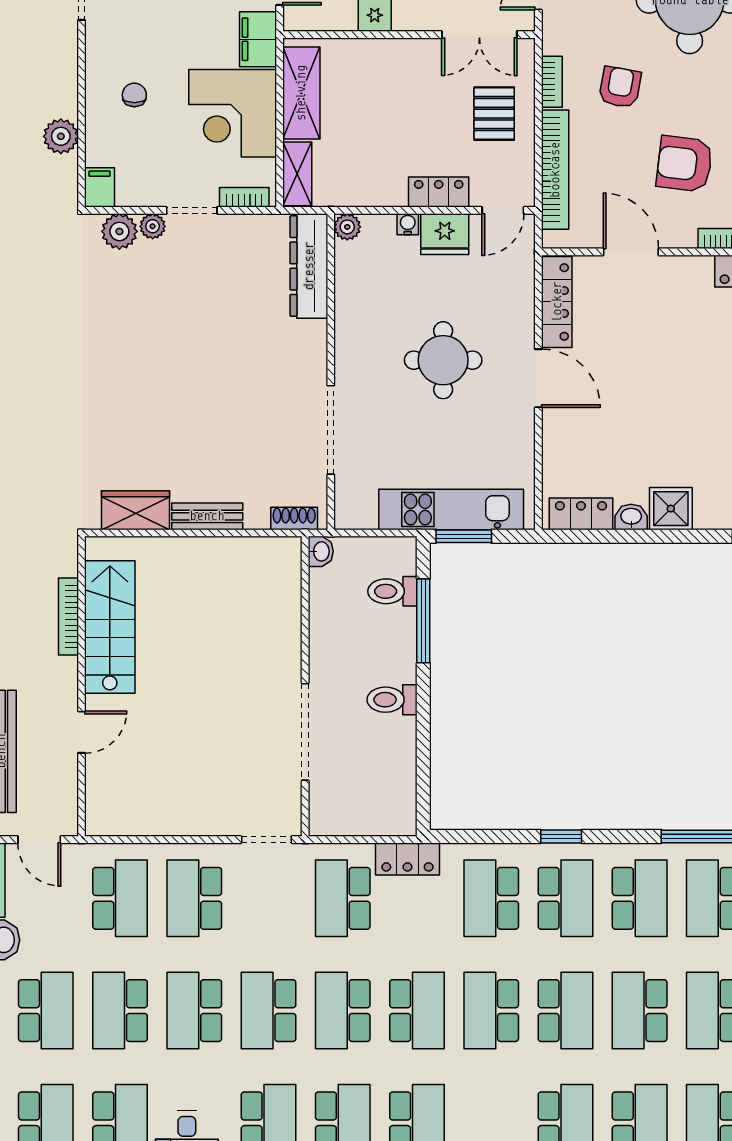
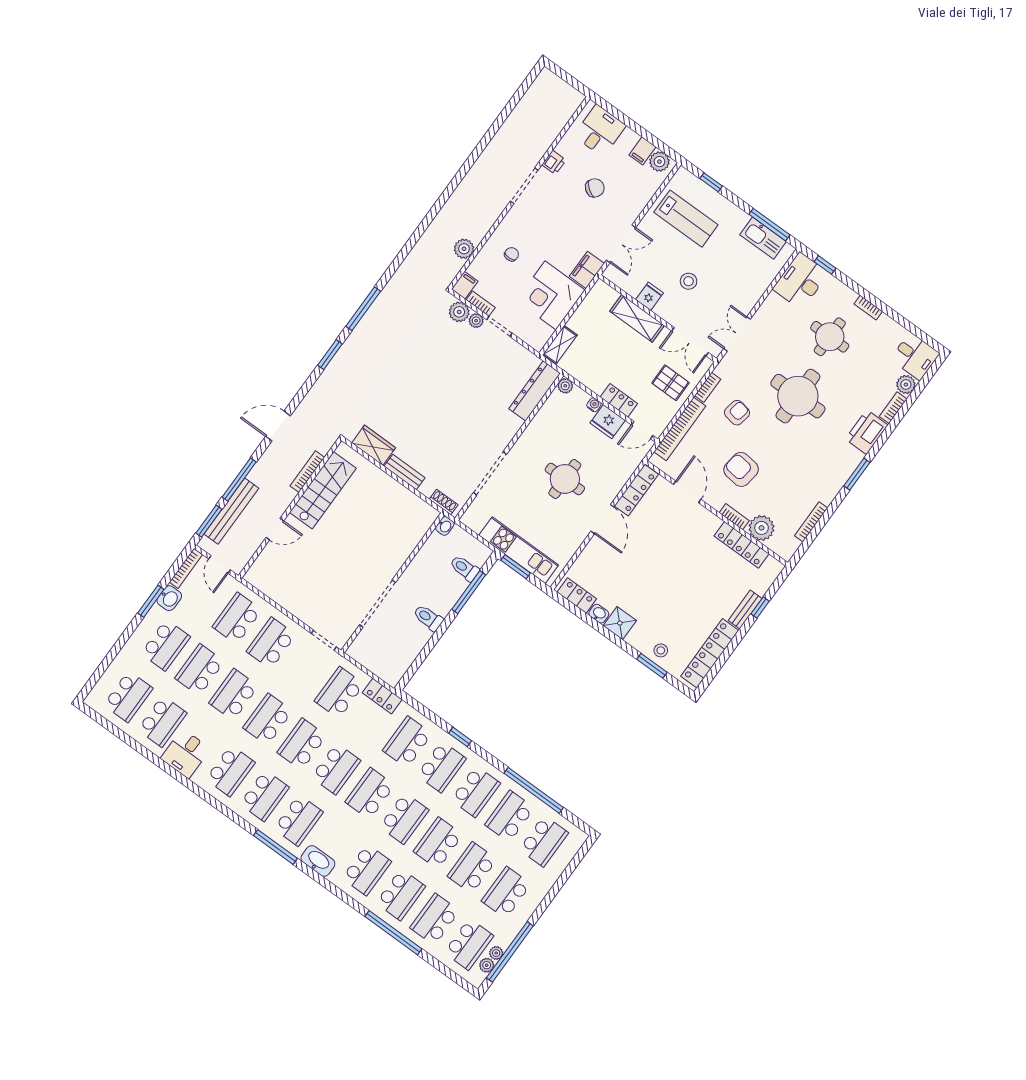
shelving: (301, 93) -> (637, 318), moved, turned 90
pallet: (494, 114) -> (670, 383), turned 90
bookcase: (244, 197) -> (481, 304), moved
school desk: (120, 898) -> (237, 618), turned 180

